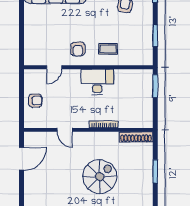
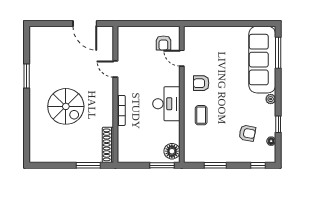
floor lamp: (142, 77) -> (172, 151), added
armchair: (35, 101) -> (163, 43), moved
door: (65, 130) -> (115, 69), hinge flipped
window: (155, 171) -> (88, 165), moved

